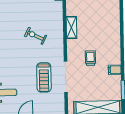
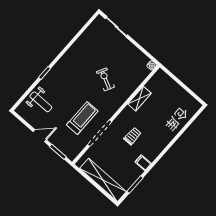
treadmill: (44, 77) -> (82, 118), turned 180

